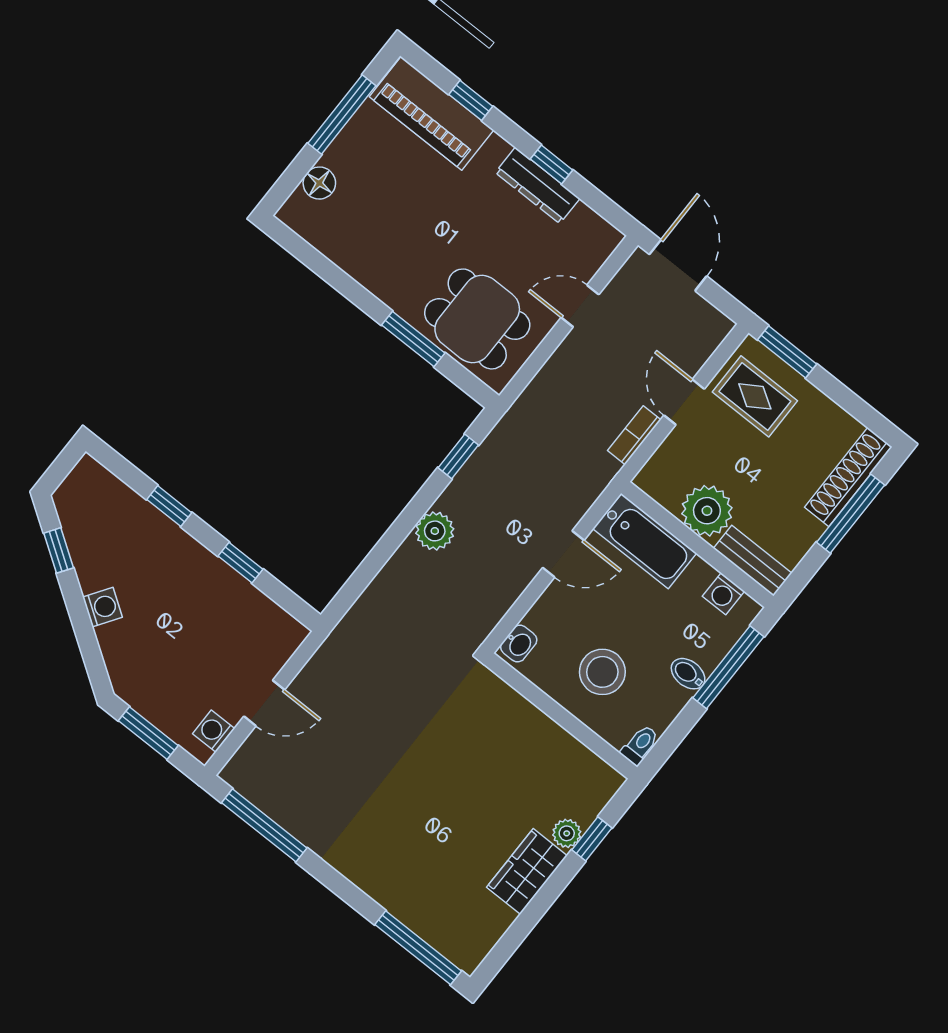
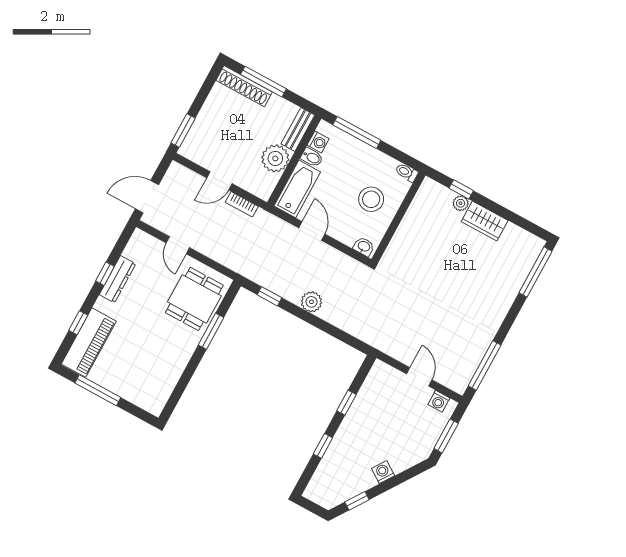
floor lamp: (319, 183) -> (136, 396), removed
rug: (755, 396) -> (210, 144), removed
bidet: (688, 674) -> (312, 157), moved, turned -90

